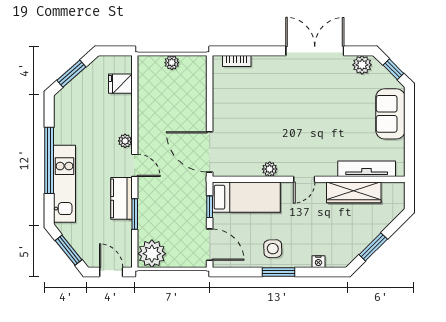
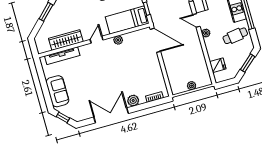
double door: (315, 51) -> (111, 115), swing flipped
plant: (362, 65) -> (133, 100), moved
cafe table: (79, 123) -> (235, 36), added

